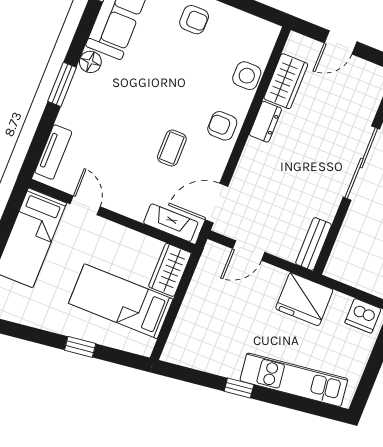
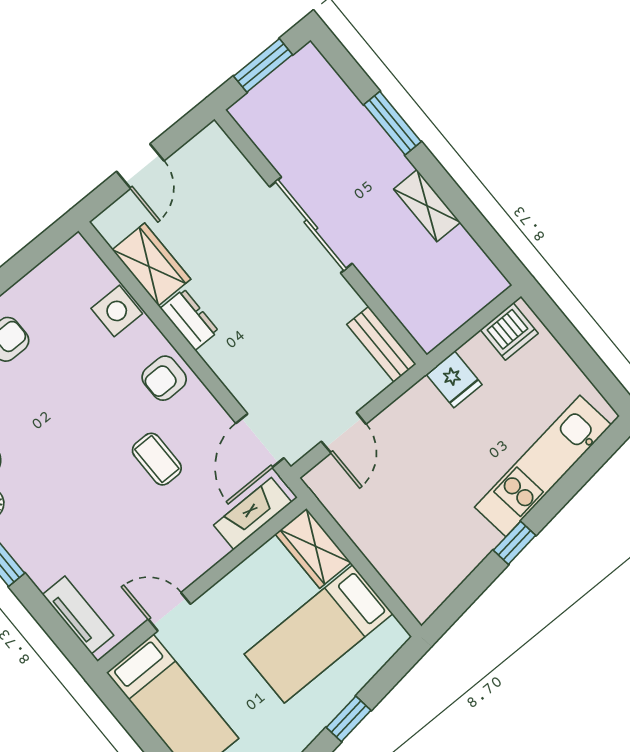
fridge: (304, 299) -> (454, 379), width x0.53, depth x0.75

